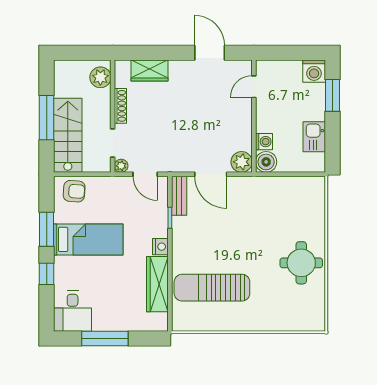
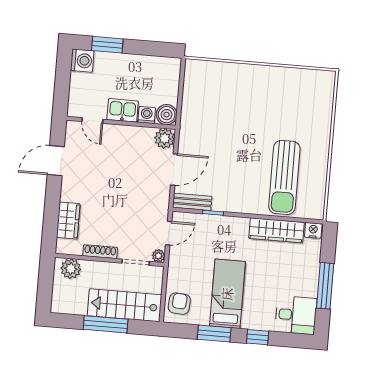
kitchen sink: (314, 137) -> (123, 110), moved, turned 180
nightstand: (160, 247) -> (313, 230), moved
round table: (301, 263) -> (268, 89), removed

